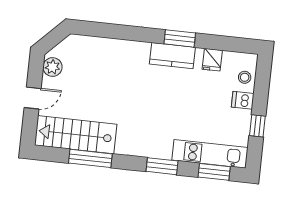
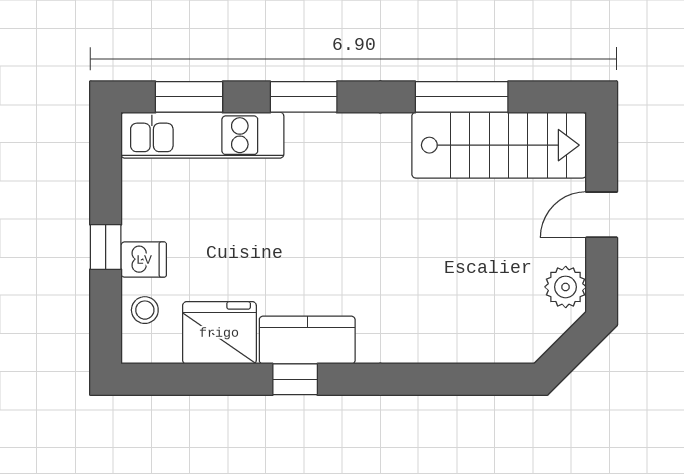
window: (180, 38) -> (295, 379), width x0.67
fridge: (212, 60) -> (219, 333), width x1.88, depth x1.34
window: (257, 126) -> (106, 247), moved

